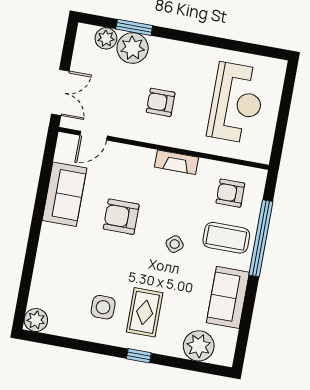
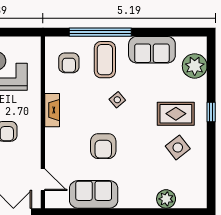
side table: (103, 307) -> (178, 147), turned -38
plant: (36, 320) -> (166, 199), moved

